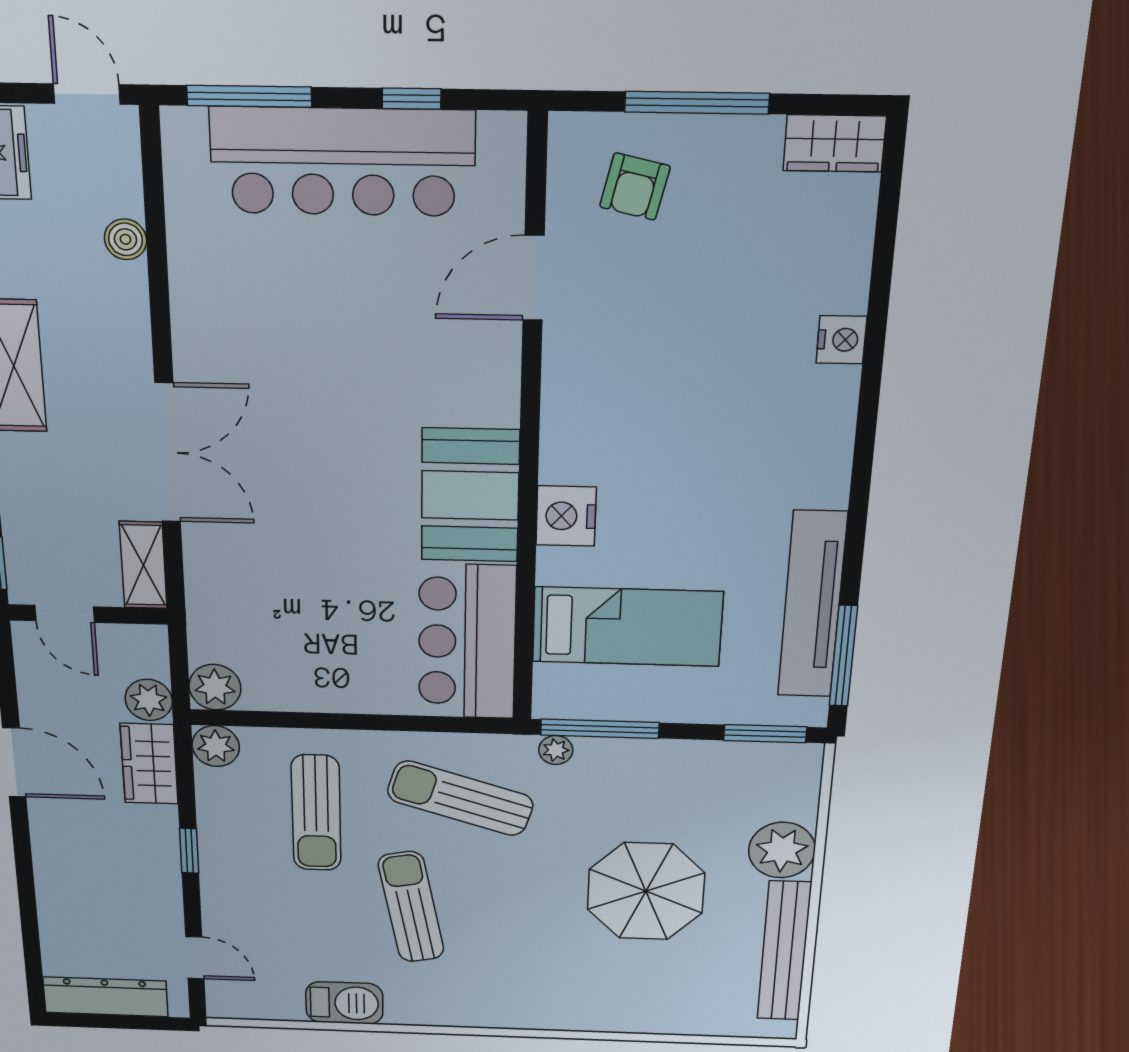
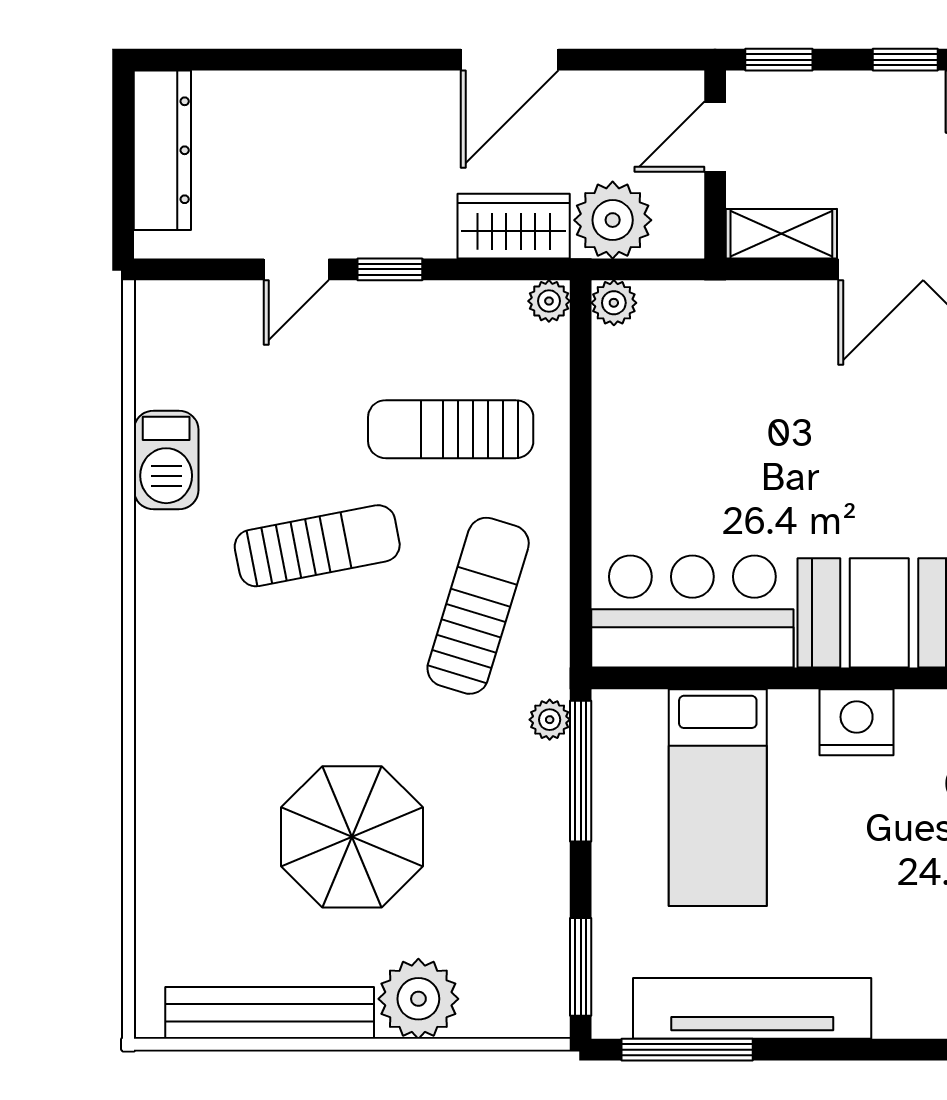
plant: (215, 687) -> (614, 303), width x0.73, depth x0.73
plant: (149, 700) -> (613, 220), width x1.36, depth x1.36
plant: (216, 746) -> (549, 301), width x0.73, depth x0.73
door: (195, 958) -> (296, 269), moved

